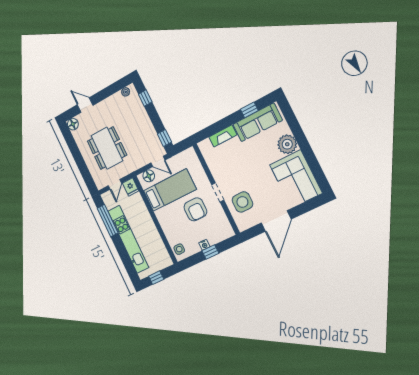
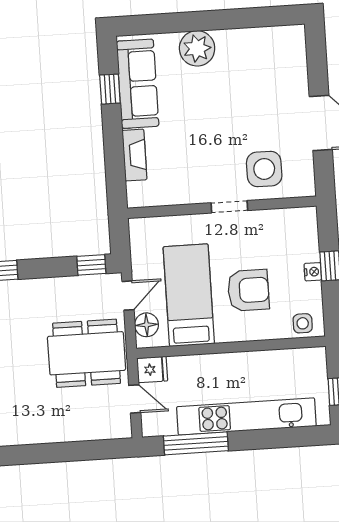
dining table: (107, 148) -> (87, 353), moved
corner sofa: (296, 179) -> (262, 58), removed
armchair: (195, 209) -> (248, 290), moved

